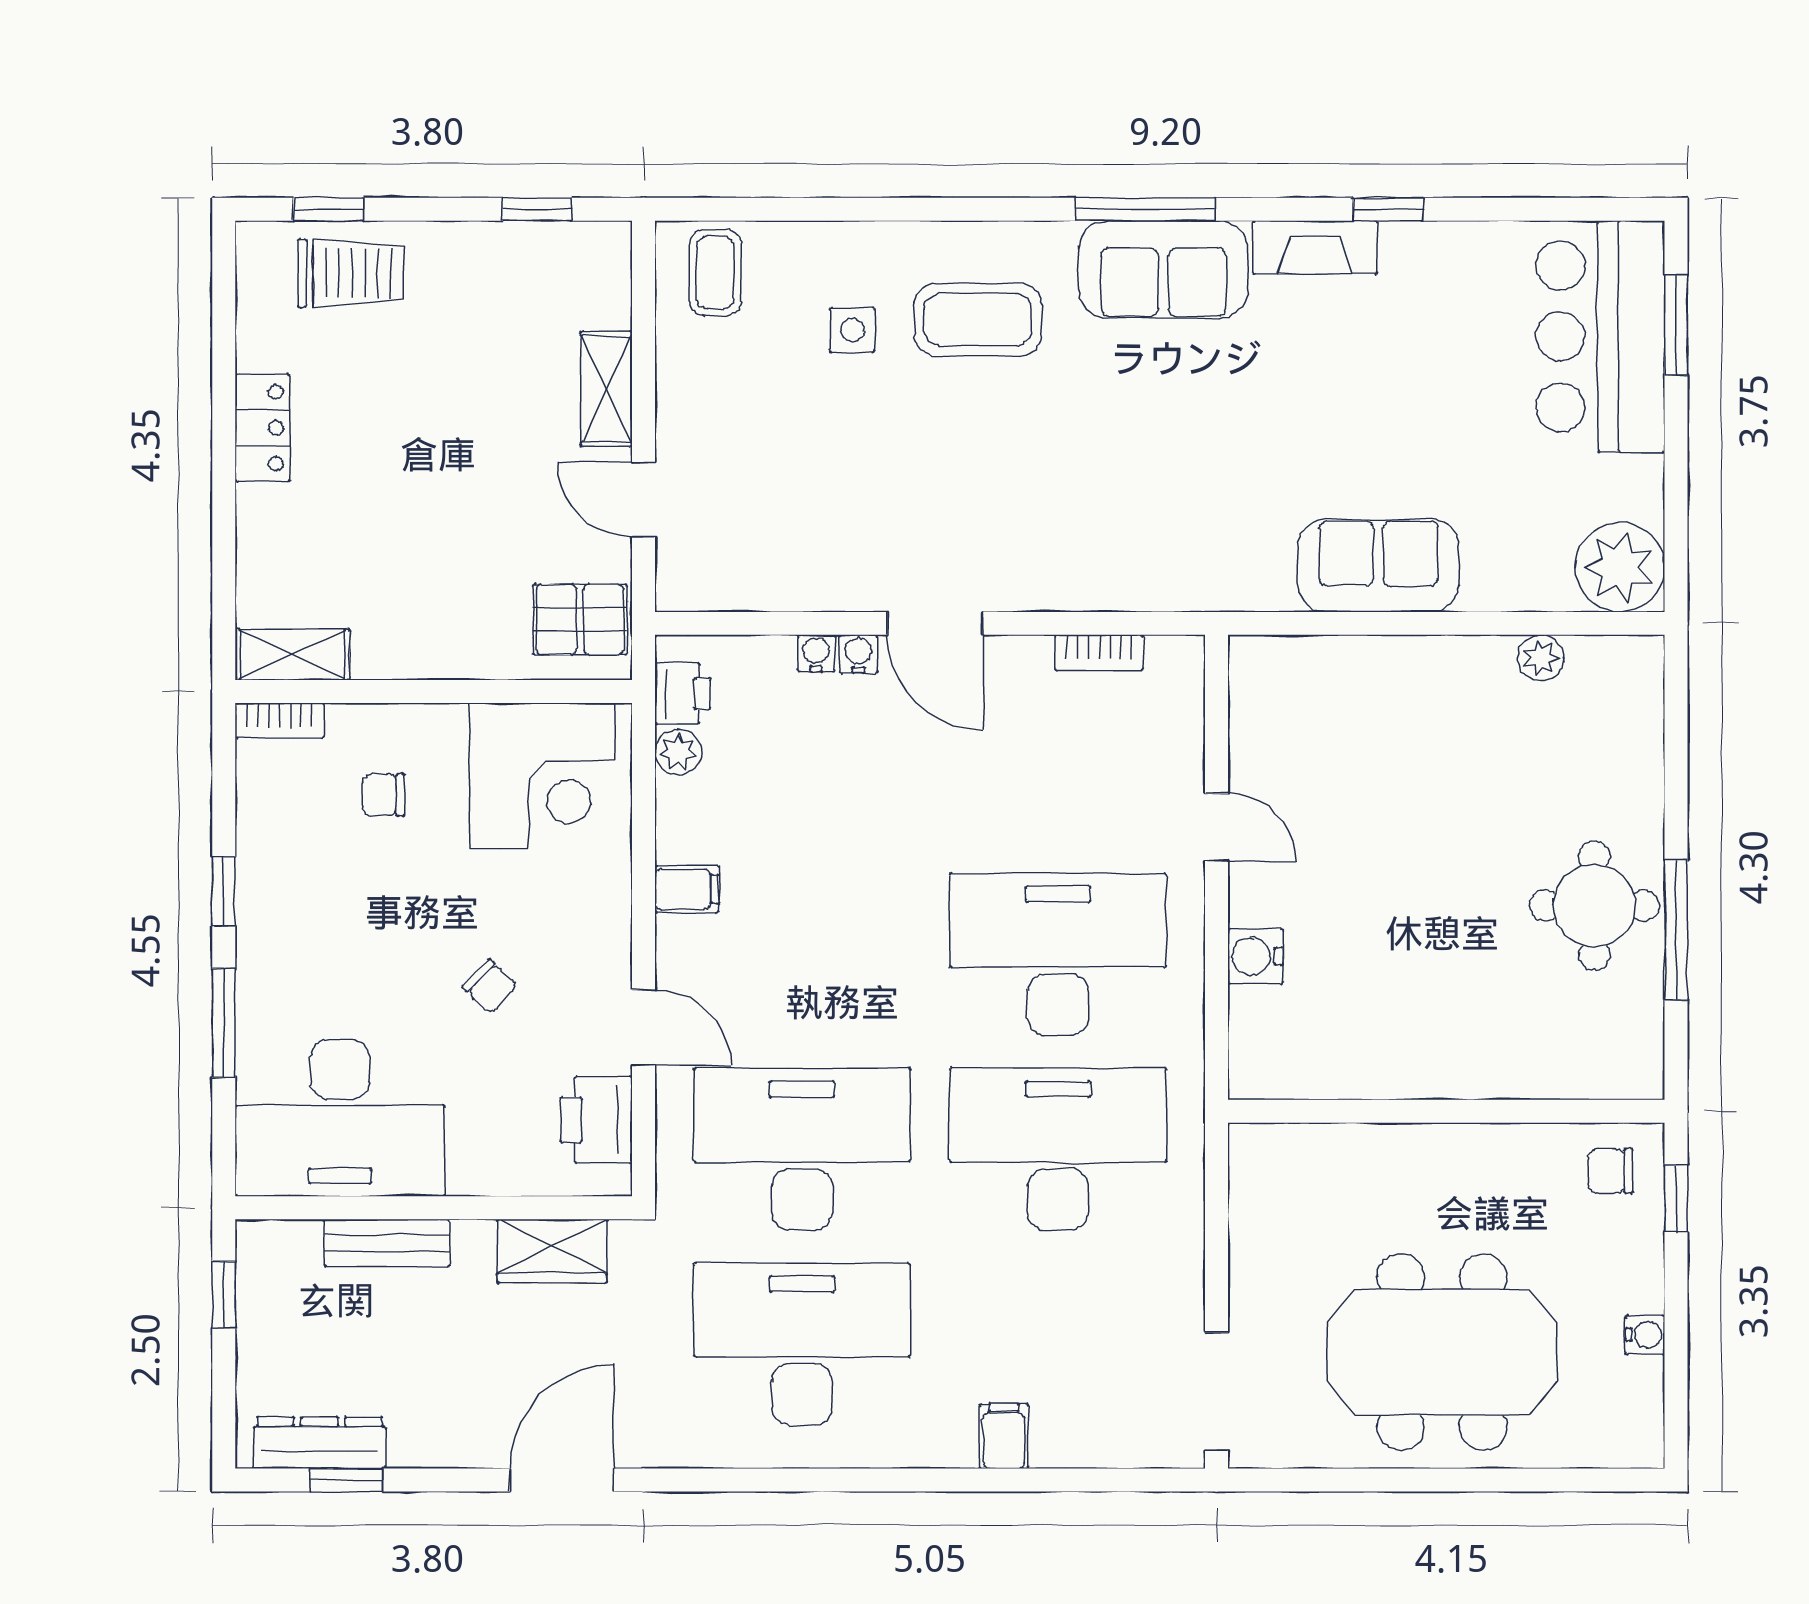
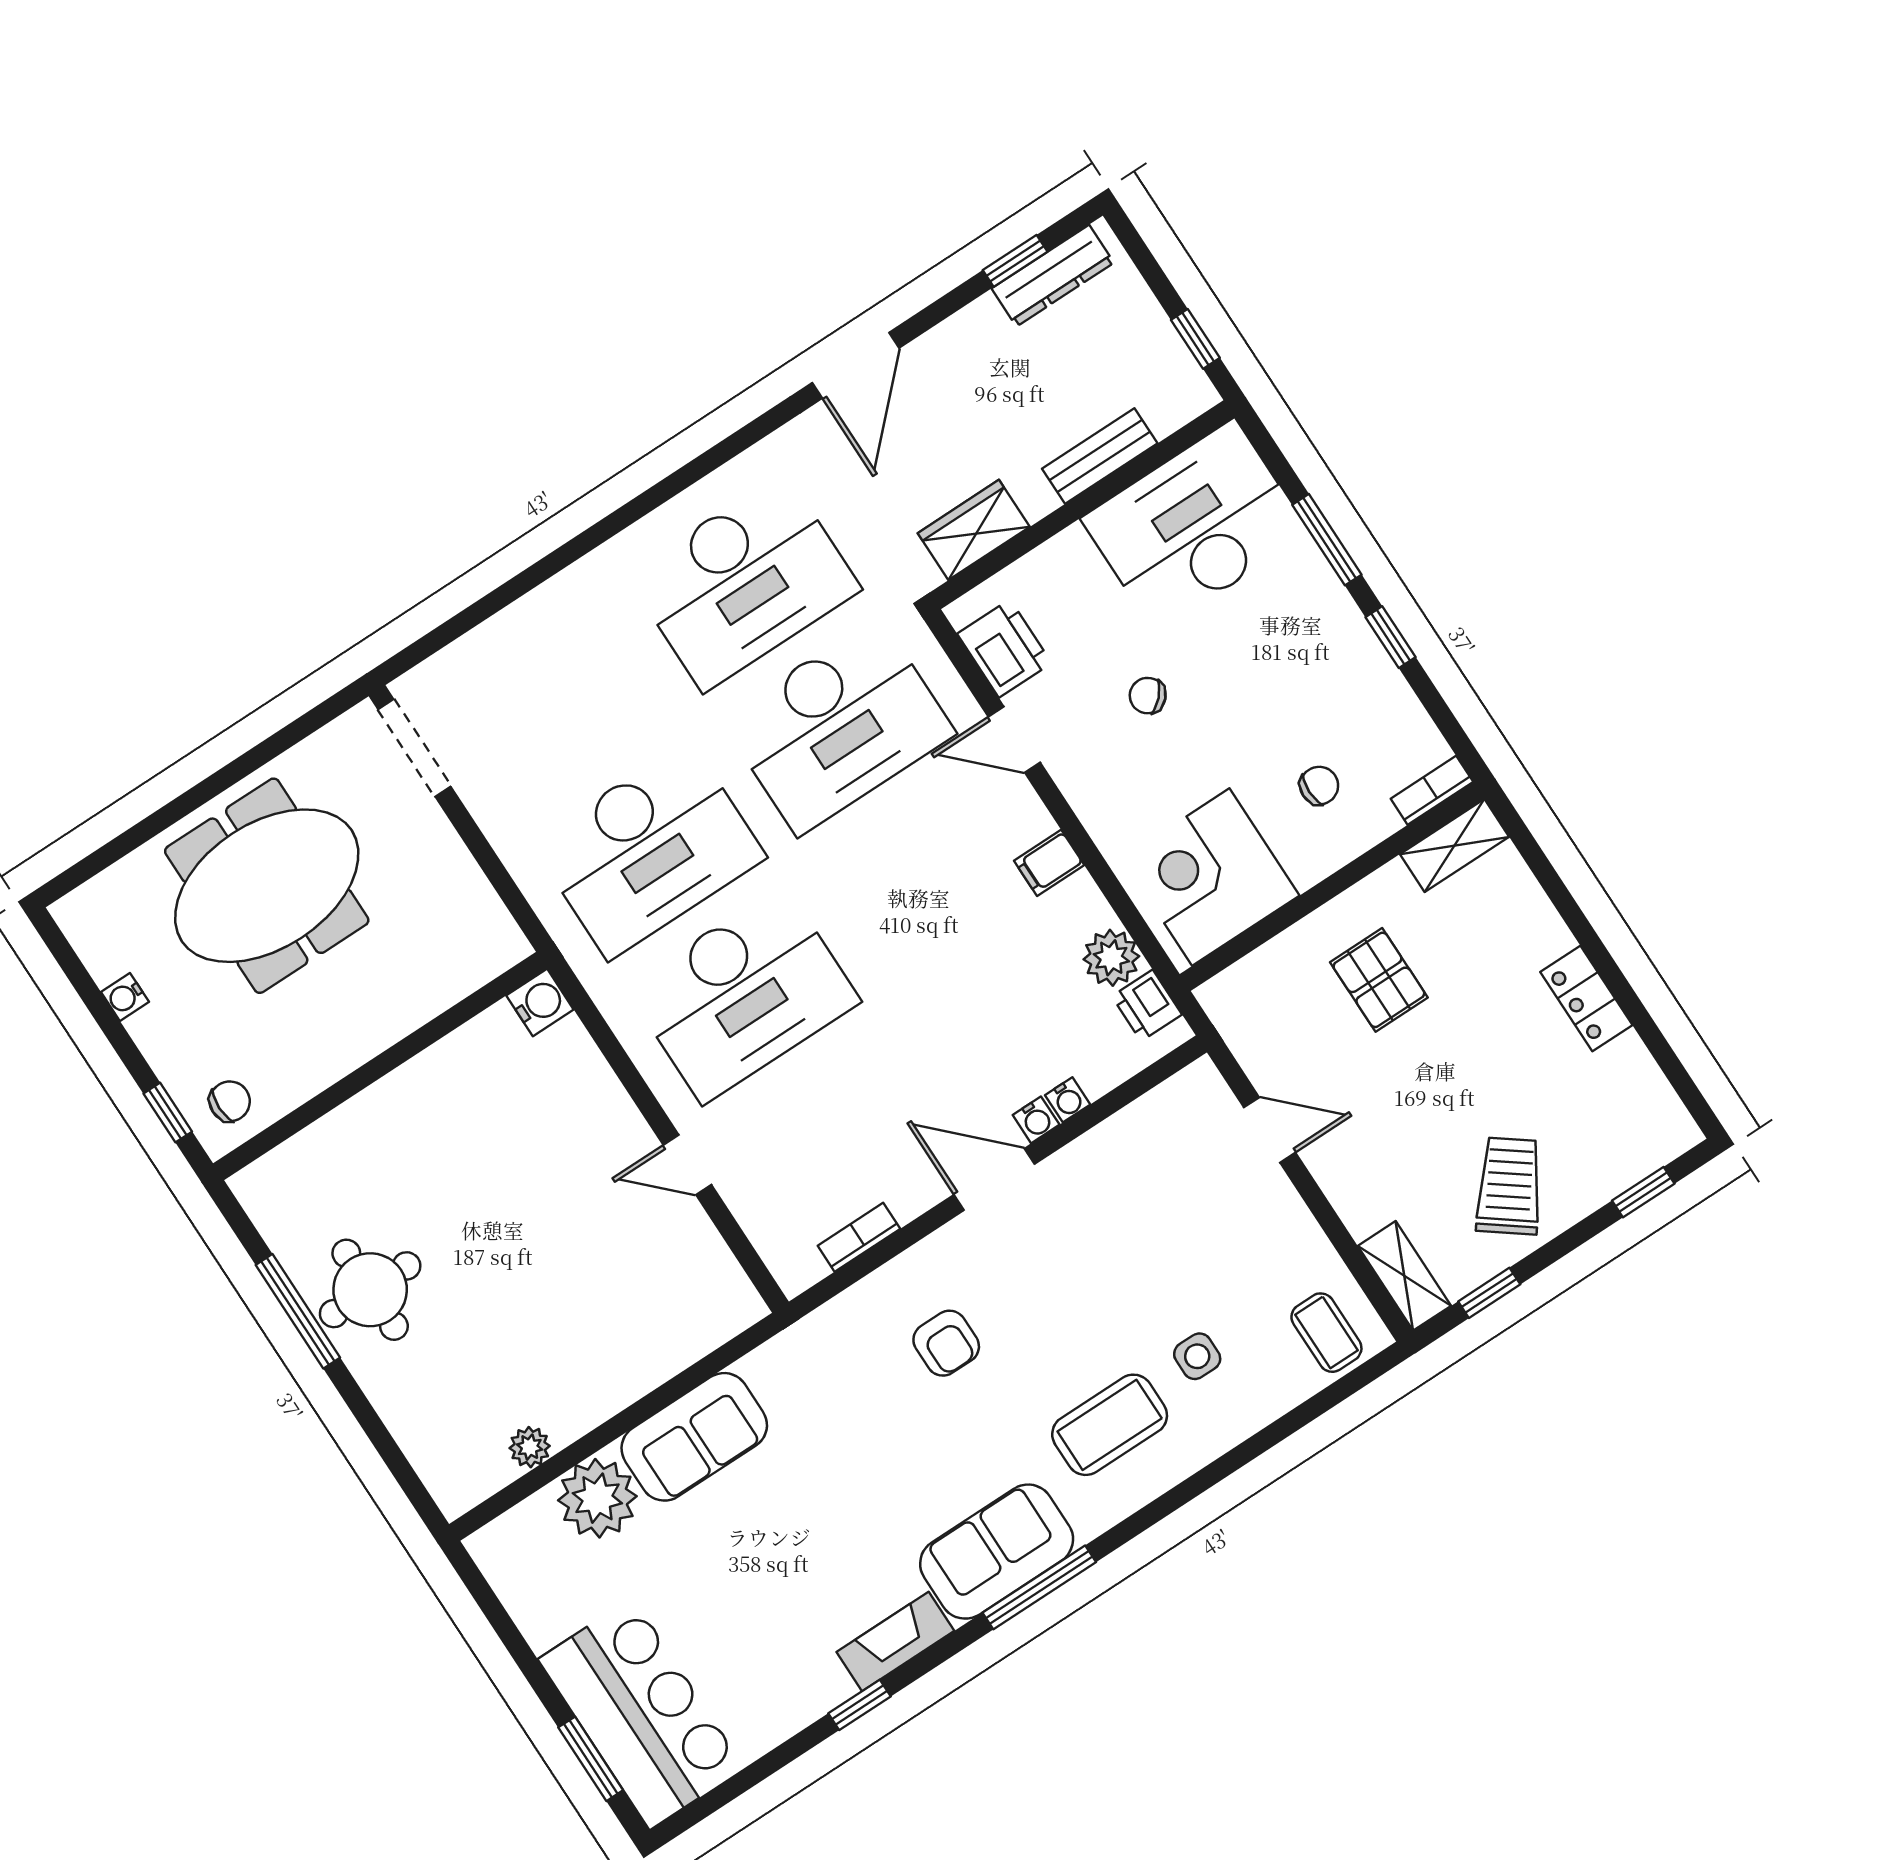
trolley: (351, 273) -> (1509, 1186), moved, turned 127
shelving: (606, 389) -> (1404, 1276), moved
armchair: (1082, 498) -> (946, 1343), added
plant: (1620, 567) -> (597, 1498), moved
pallet: (580, 620) -> (1379, 980), moved, turned 90
plant: (678, 752) -> (1111, 958), width x1.38, depth x1.38
water cooler: (1256, 956) -> (540, 1003), moved
filing cabinet: (1004, 1436) -> (550, 612), removed

